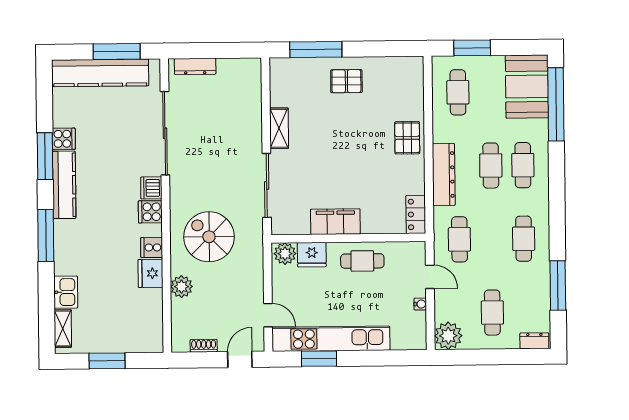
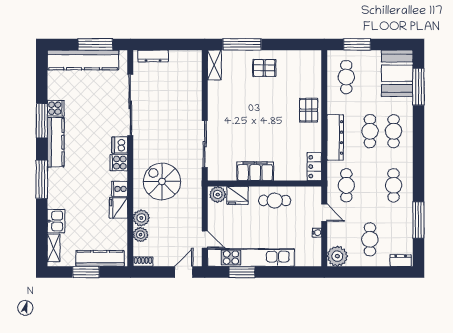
window: (556, 104) -> (418, 87), width x0.68
shelving: (279, 128) -> (214, 65), moved
plant: (181, 309) -> (140, 235), added
kitchen counter: (126, 342) -> (100, 258), added
shoe rack: (204, 346) -> (143, 262), moved

